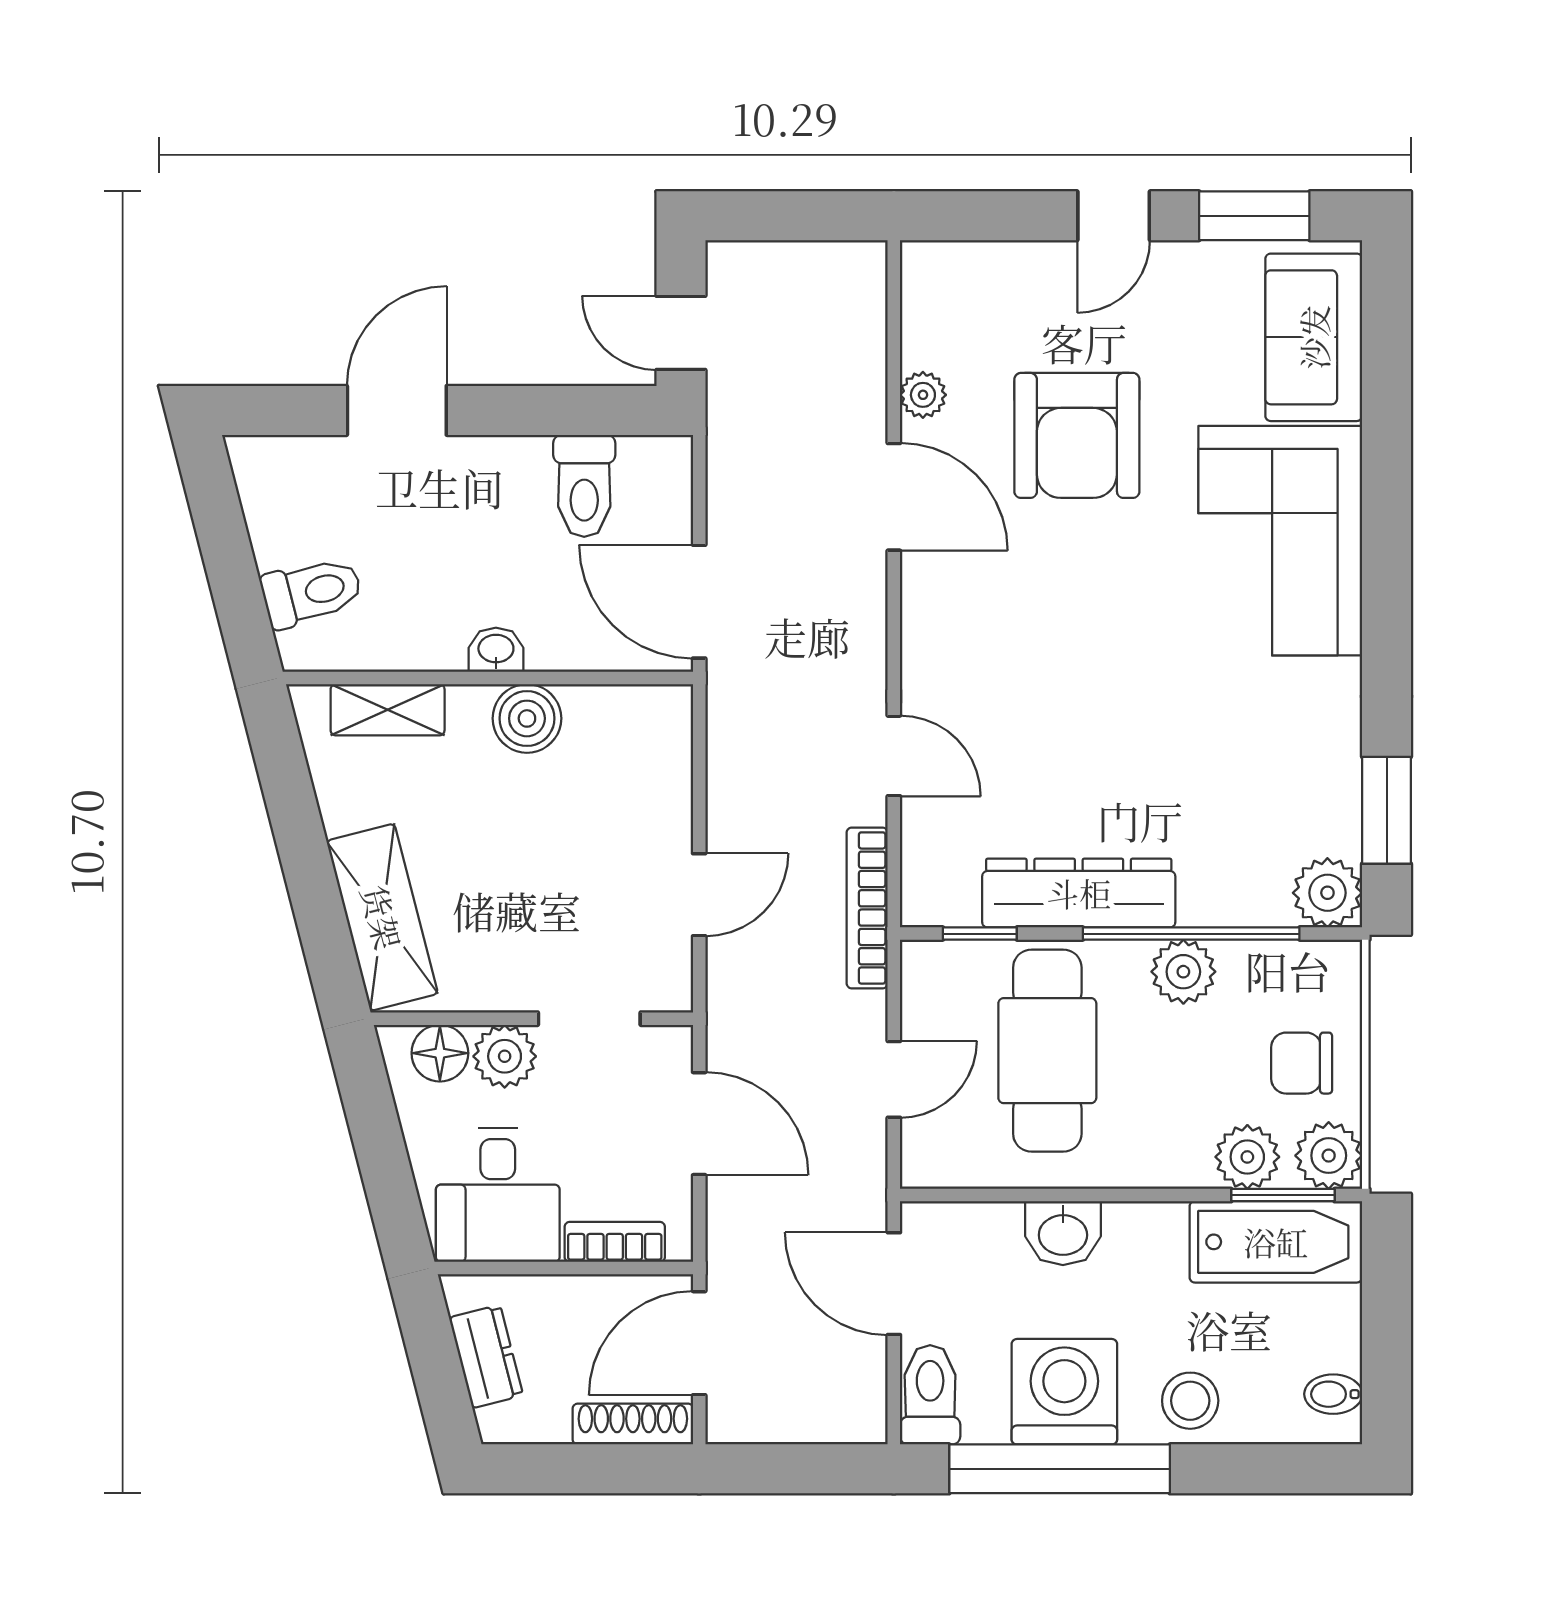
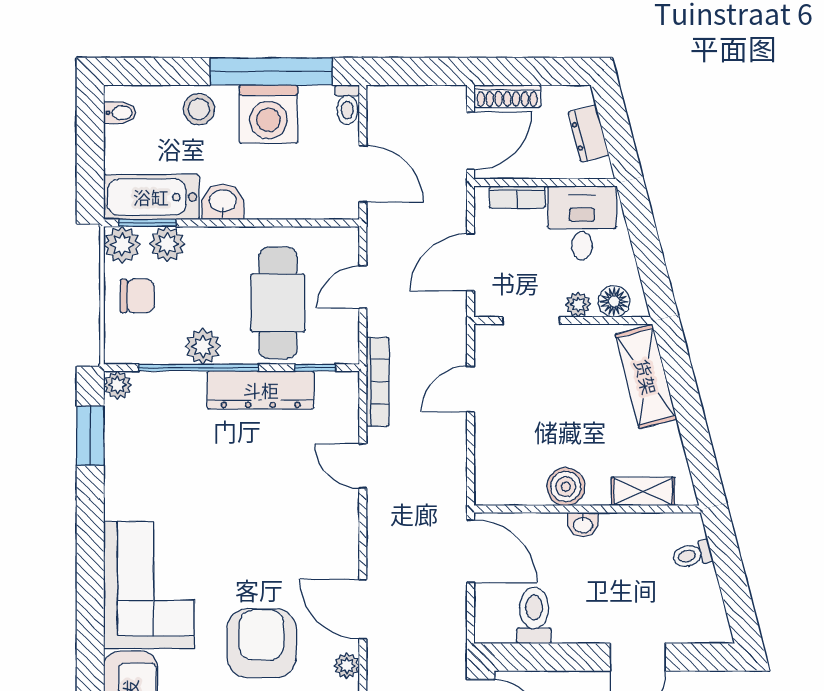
toilet: (312, 592) -> (692, 555), width x0.73, depth x0.72
plant: (1327, 893) -> (118, 385), width x0.73, depth x0.73
plant: (505, 1056) -> (578, 304), width x0.73, depth x0.73
door: (699, 1124) -> (471, 262), hinge flipped
washbasin: (1063, 1233) -> (223, 202), moved
toilet: (930, 1395) -> (347, 105), width x0.73, depth x0.72

